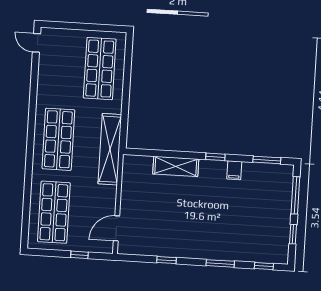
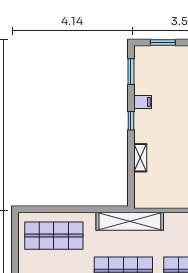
shelving: (176, 166) -> (140, 158), width x0.67, depth x0.75
window: (295, 195) -> (163, 42), width x0.69

